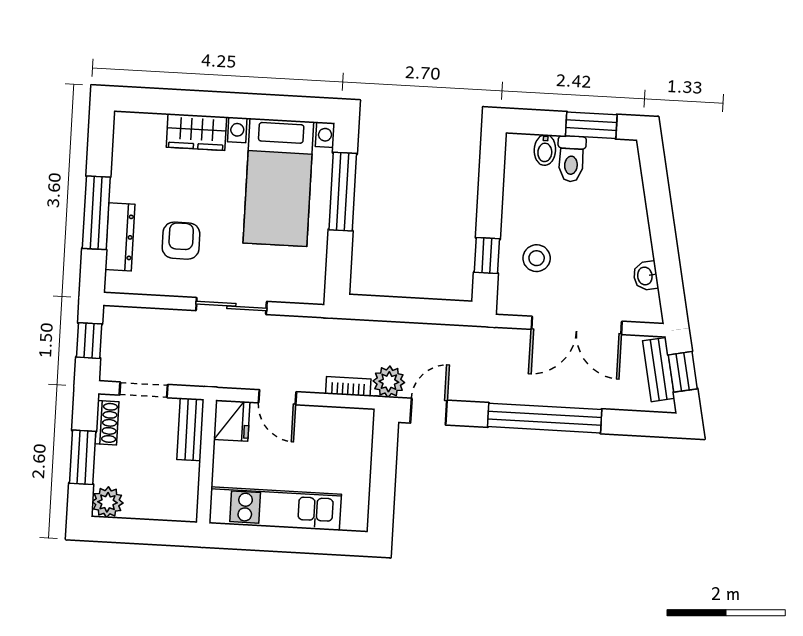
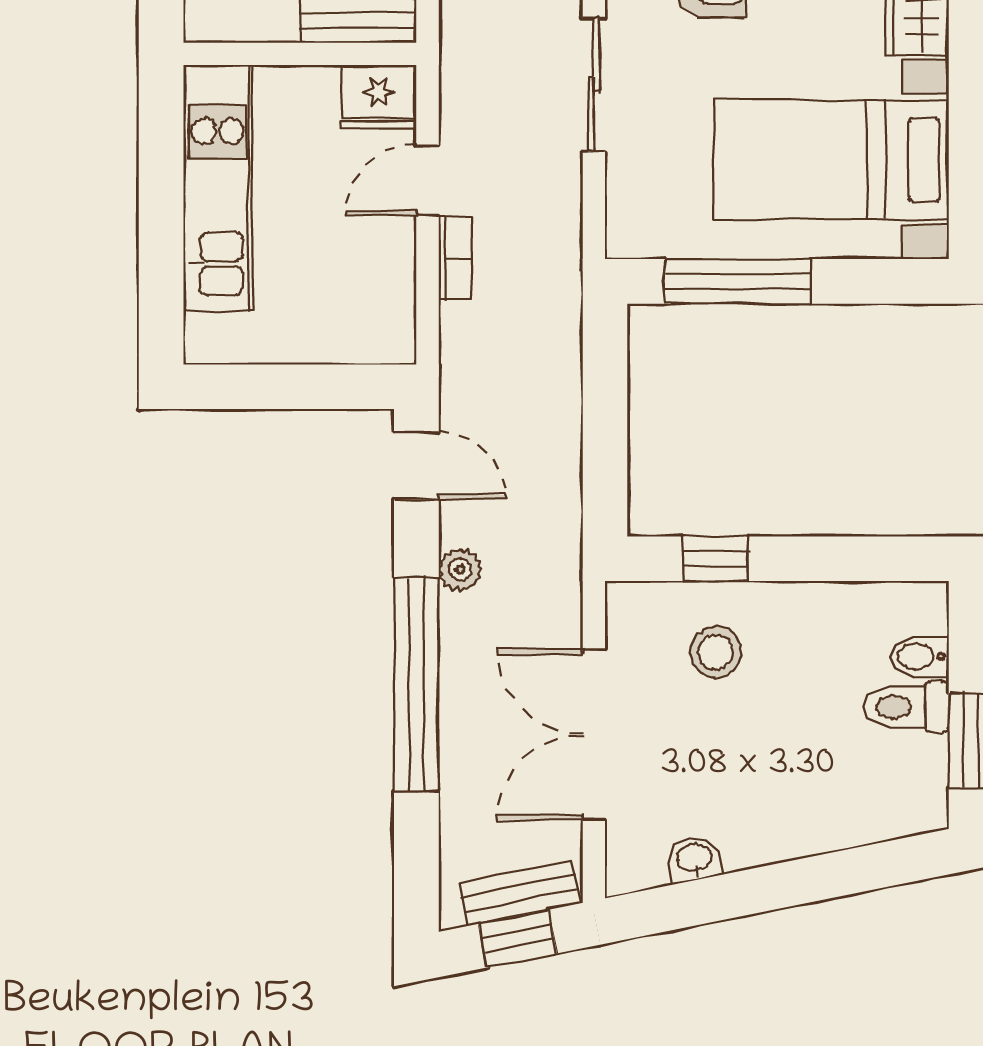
window: (343, 192) -> (738, 281), moved
plant: (389, 382) -> (460, 570), moved, width x0.73, depth x0.73
bookcase: (348, 386) -> (455, 258), moved

